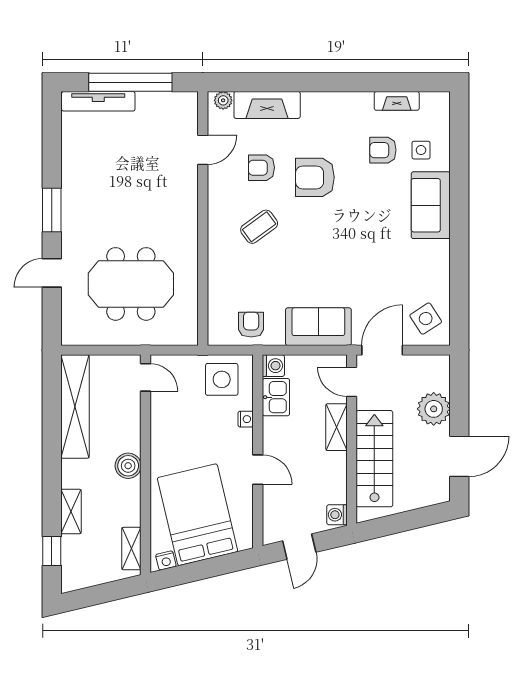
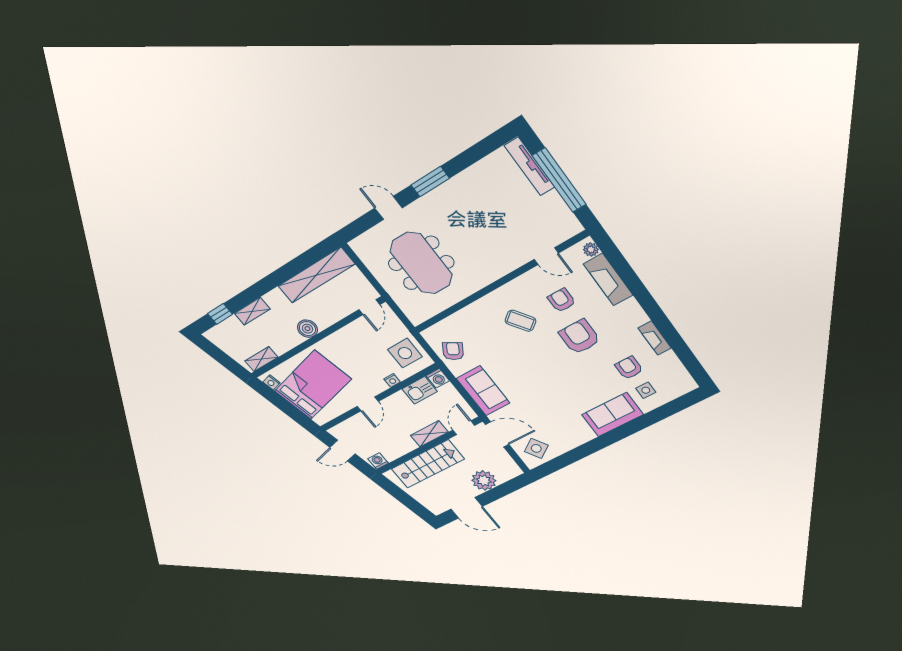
fireplace: (397, 101) -> (655, 338), moved
armchair: (251, 325) -> (453, 351), turned -58

